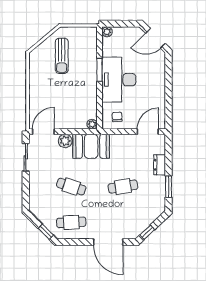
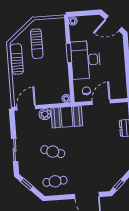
sun lounger: (37, 72) -> (17, 59), added
door: (148, 132) -> (101, 102), moved
sliding door: (26, 157) -> (15, 150), moved
cafe table: (123, 187) -> (96, 148), removed
window: (46, 232) -> (27, 184), moved

